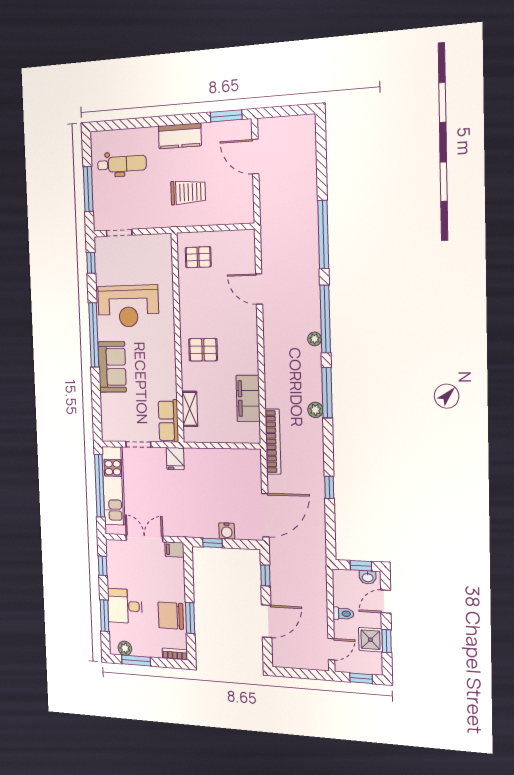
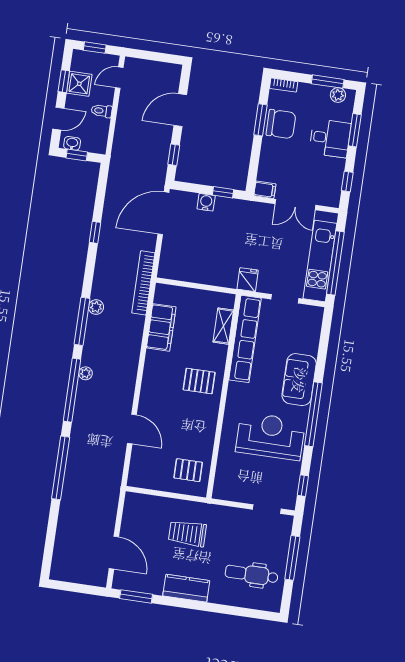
row of seats: (168, 421) -> (245, 339), width x2.02

